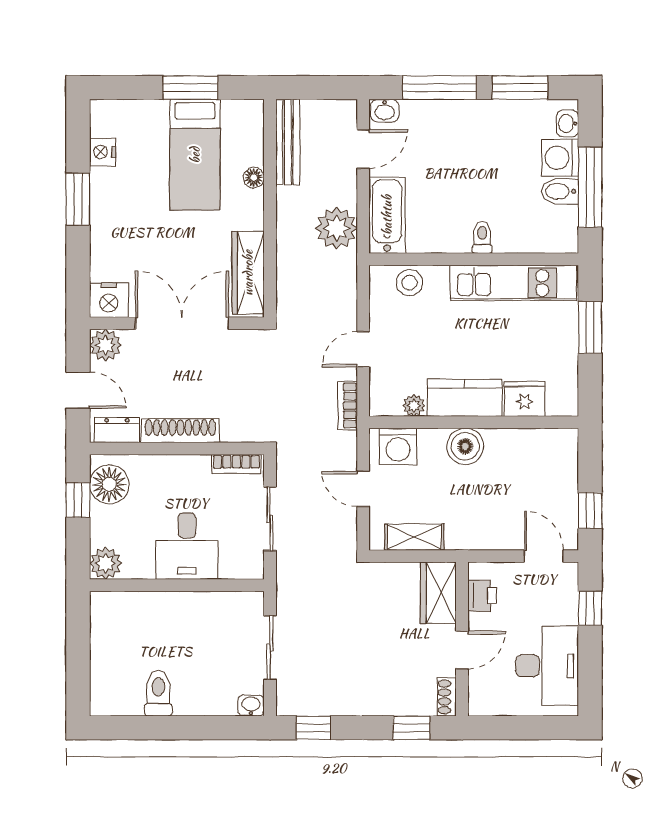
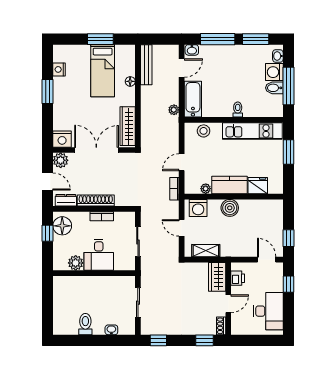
plant: (336, 228) -> (174, 110), width x0.53, depth x0.53
bookcase: (236, 464) -> (102, 216), moved
plant: (106, 563) -> (76, 263), moved
washbasin: (251, 705) -> (111, 330), moved

